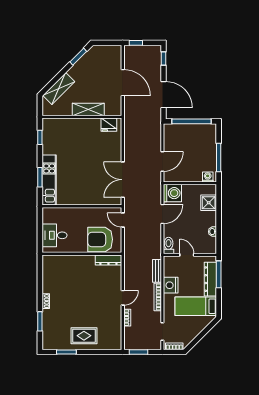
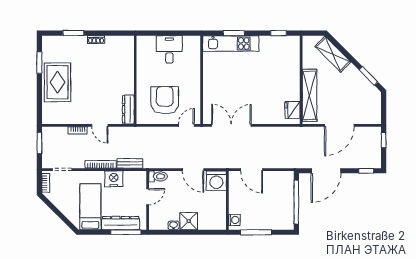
shelving: (88, 109) -> (310, 95), width x1.47
shower: (209, 203) -> (189, 221), moved
wall: (82, 254) -> (135, 80), moved
dresser: (108, 260) -> (128, 109), moved
rug: (84, 336) -> (58, 82), width x1.36, depth x1.43

